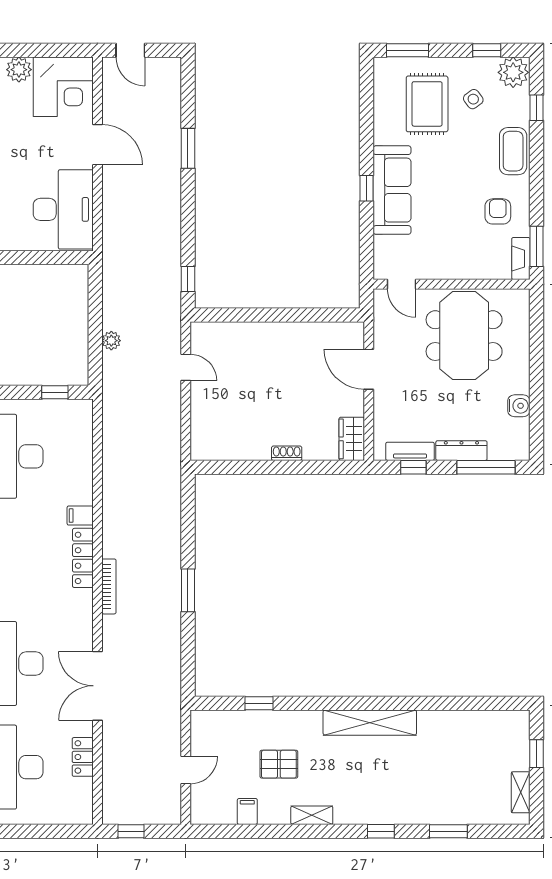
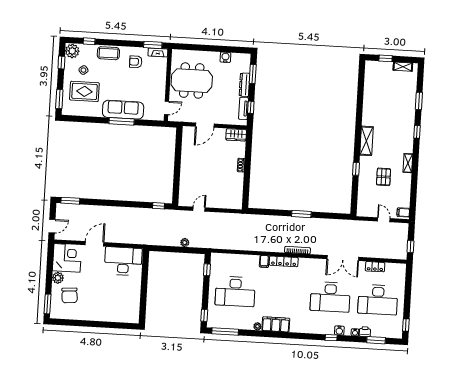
window: (188, 148) -> (70, 201), moved
window: (367, 188) -> (122, 121), width x2.17
window: (486, 467) -> (253, 74), width x0.69
window: (259, 703) -> (356, 169), moved
shelving: (370, 723) -> (366, 141), width x0.68
filing cabinet: (247, 811) -> (403, 212), moved

